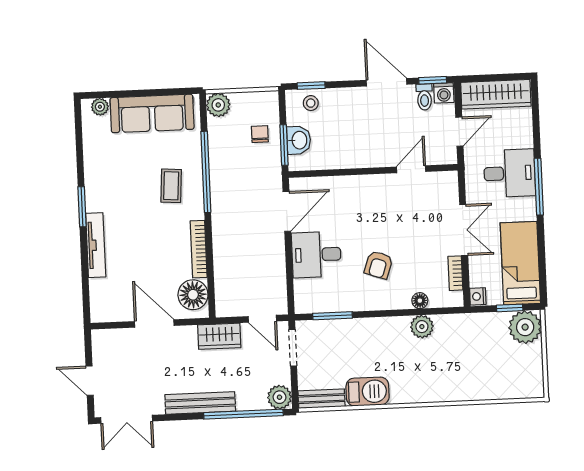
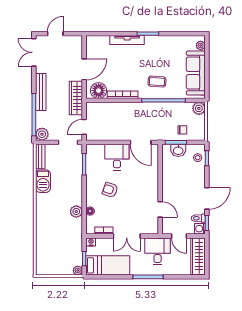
desk: (510, 173) -> (158, 251), moved, turned 180
plant: (525, 327) -> (78, 271), width x0.53, depth x0.53
wardrobe: (219, 336) -> (76, 98), width x1.50

